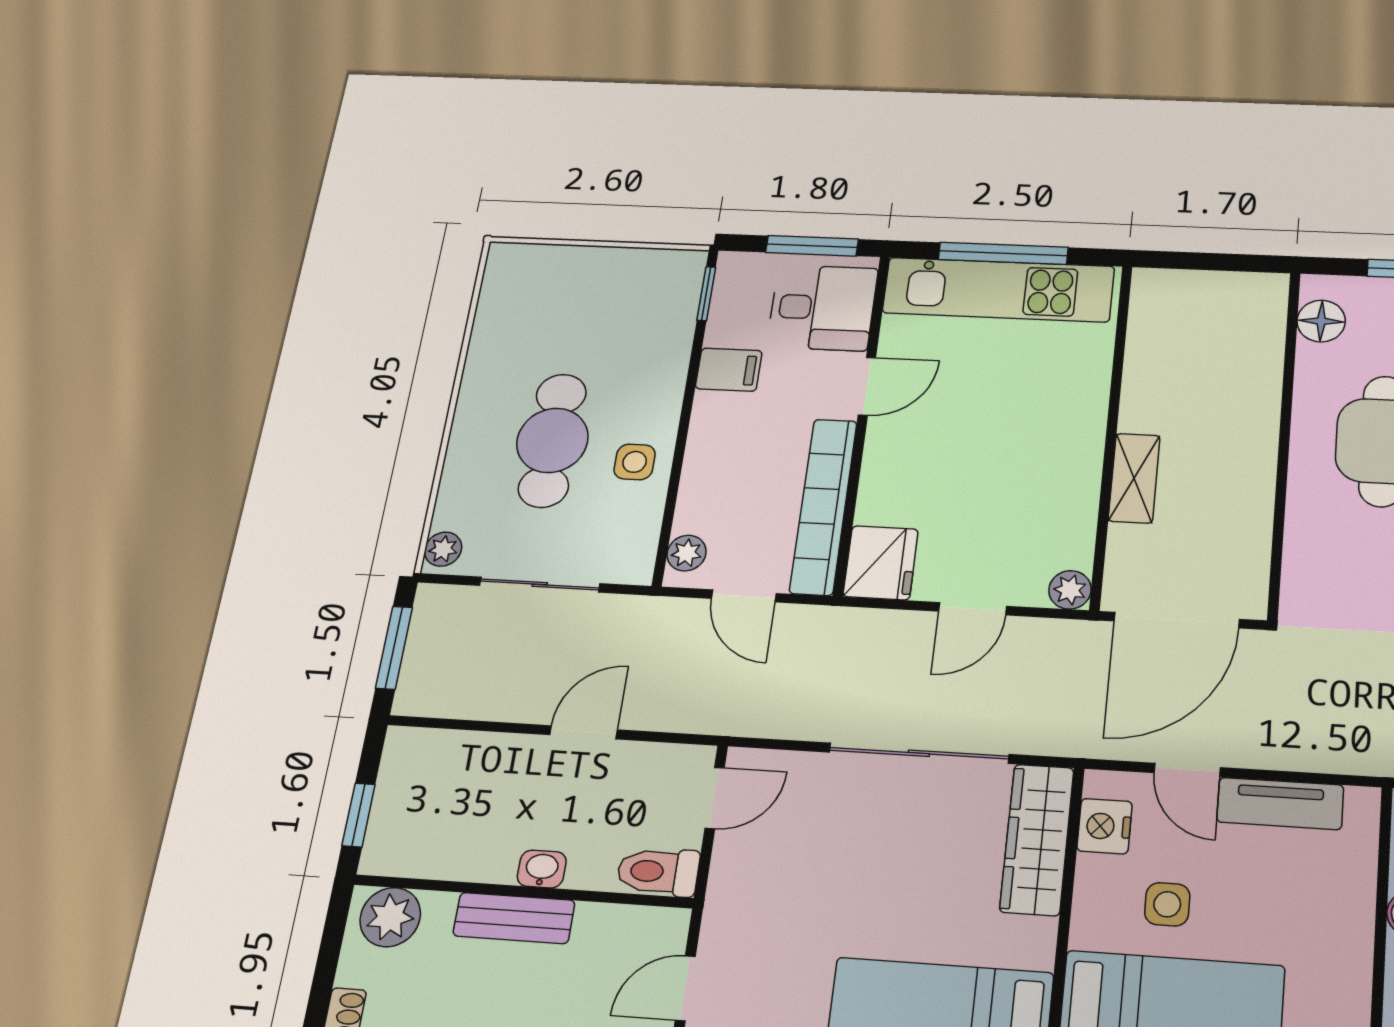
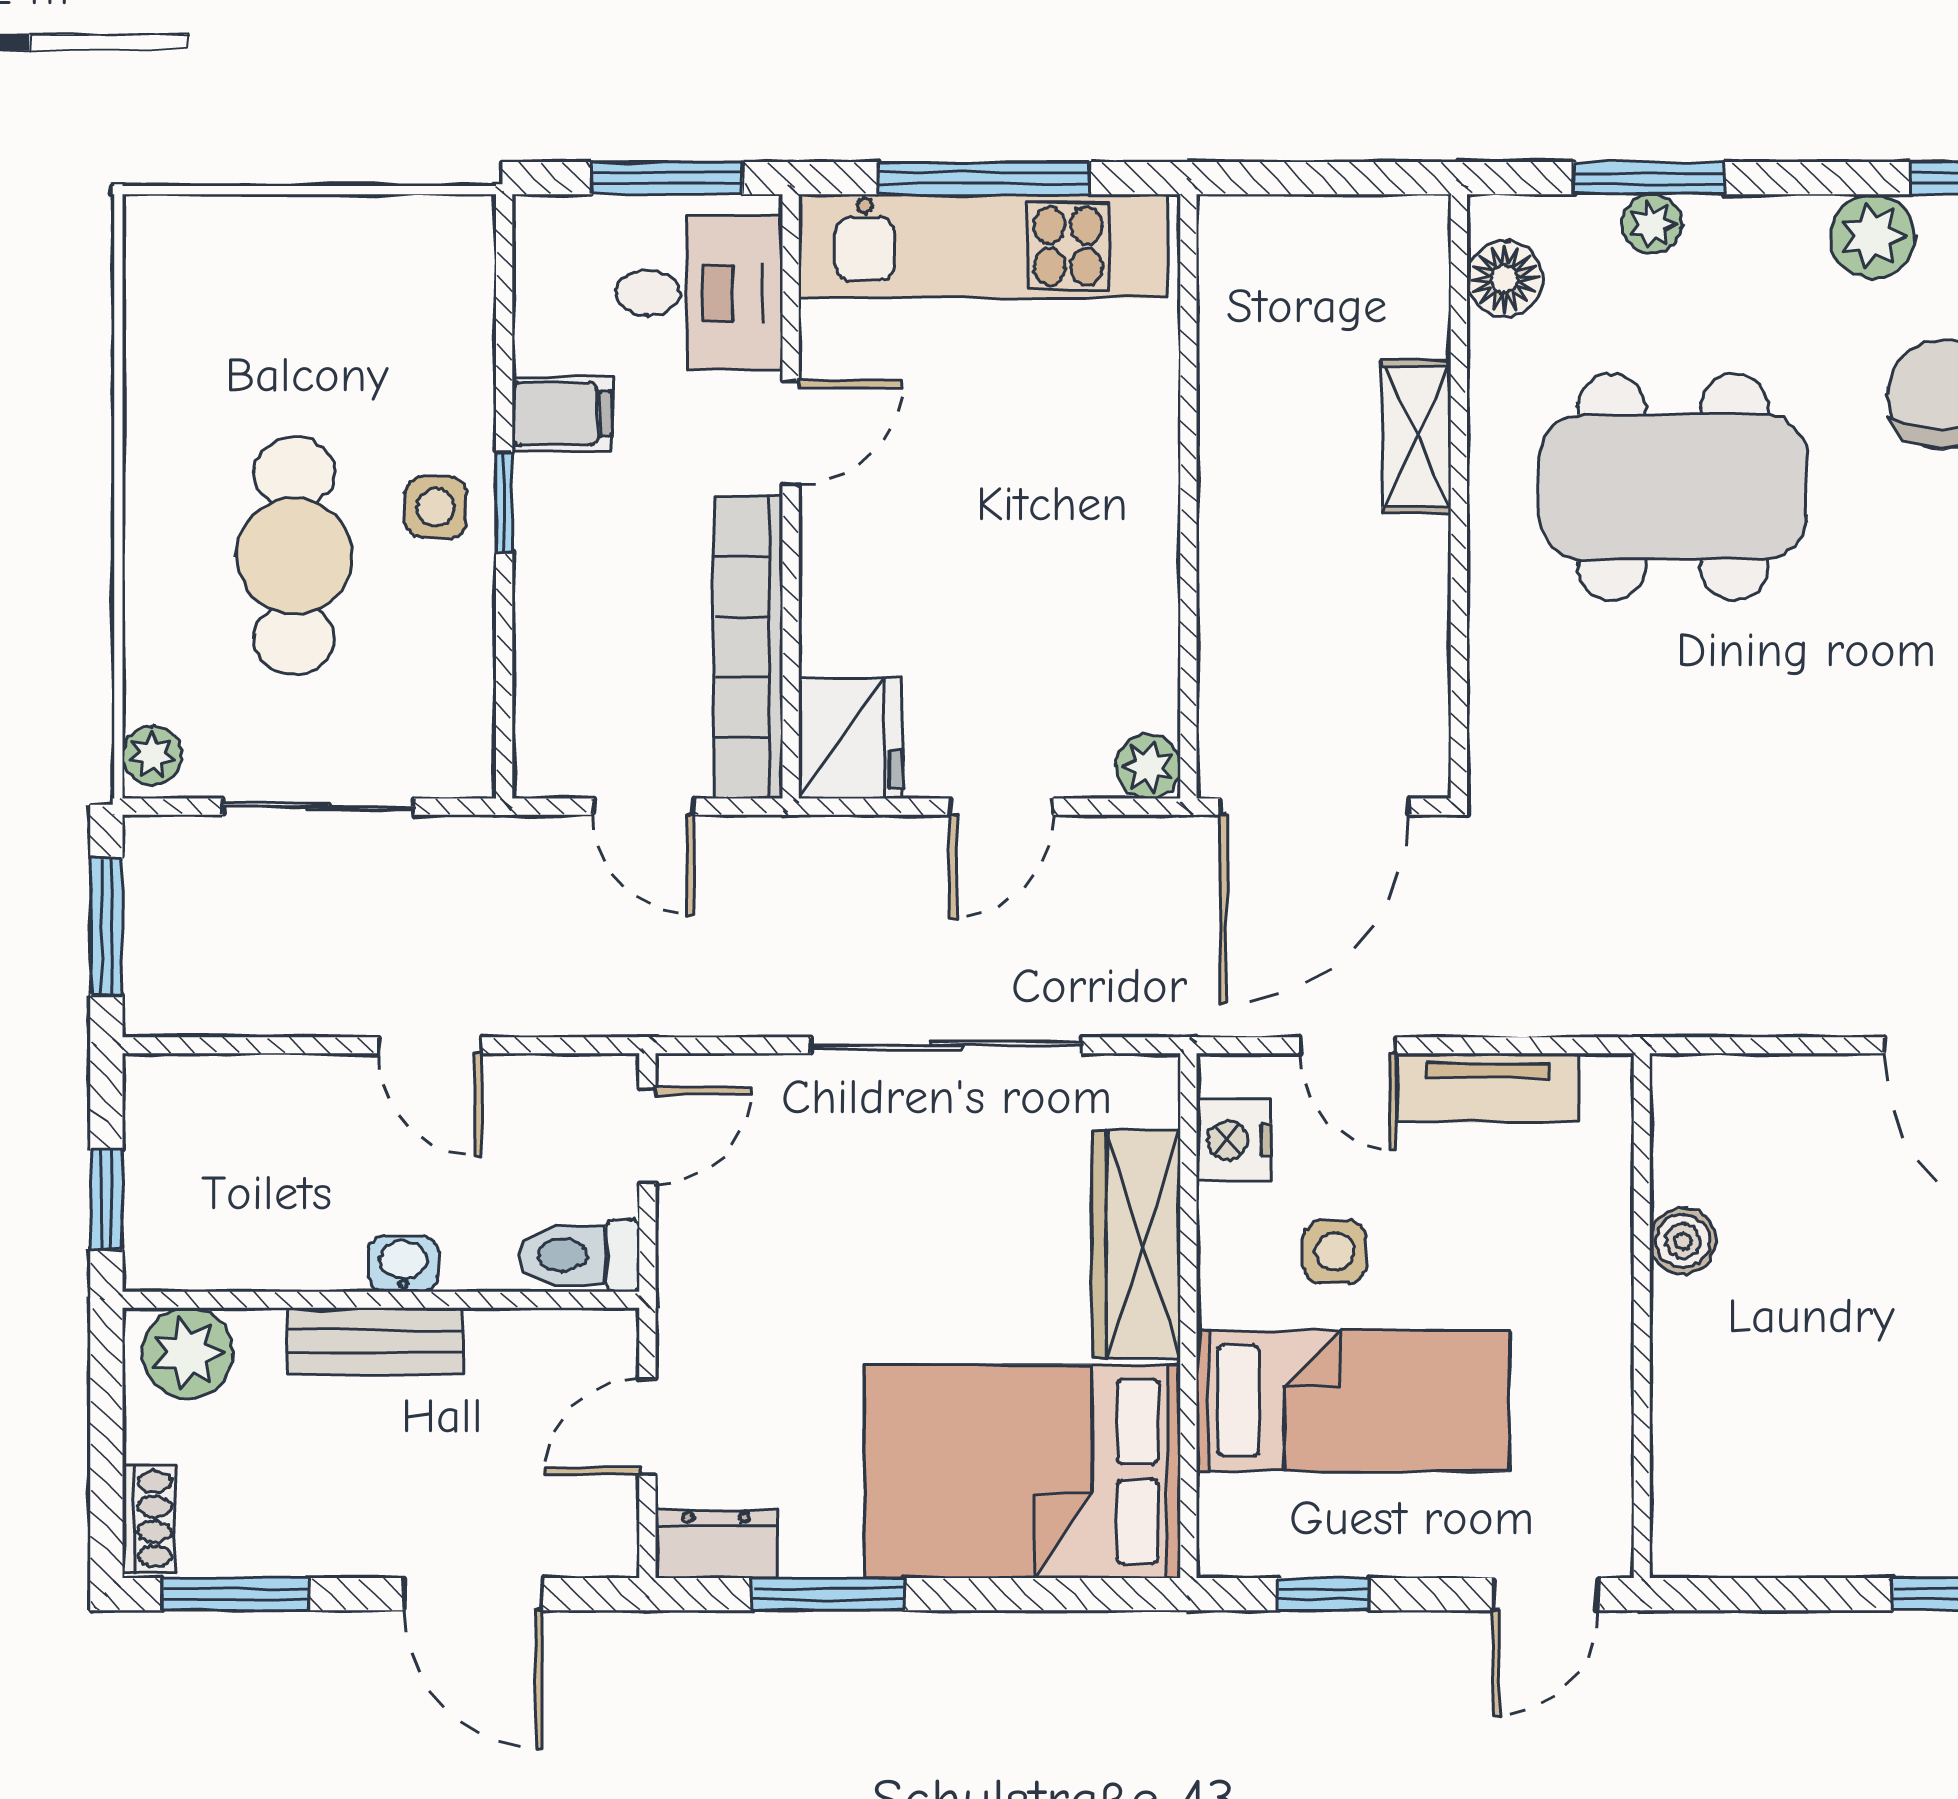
window: (706, 294) -> (504, 503), moved
side table: (635, 462) -> (436, 507), moved
shelving: (1134, 478) -> (1417, 436), moved
plant: (687, 553) -> (543, 740), removed
door: (584, 732) -> (430, 1045), swing flipped
wardrobe: (1037, 839) -> (1136, 1244), moved

